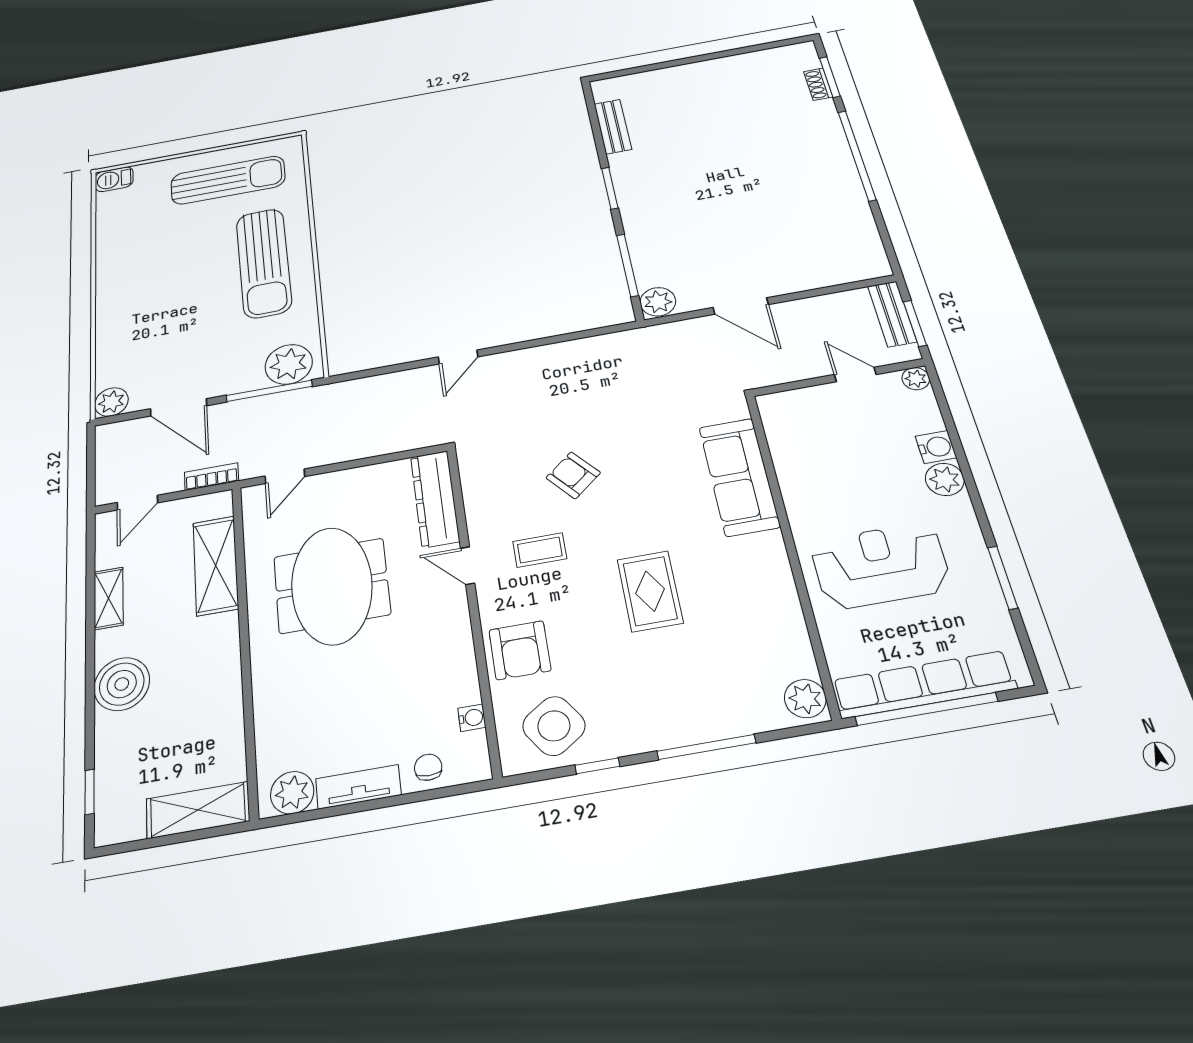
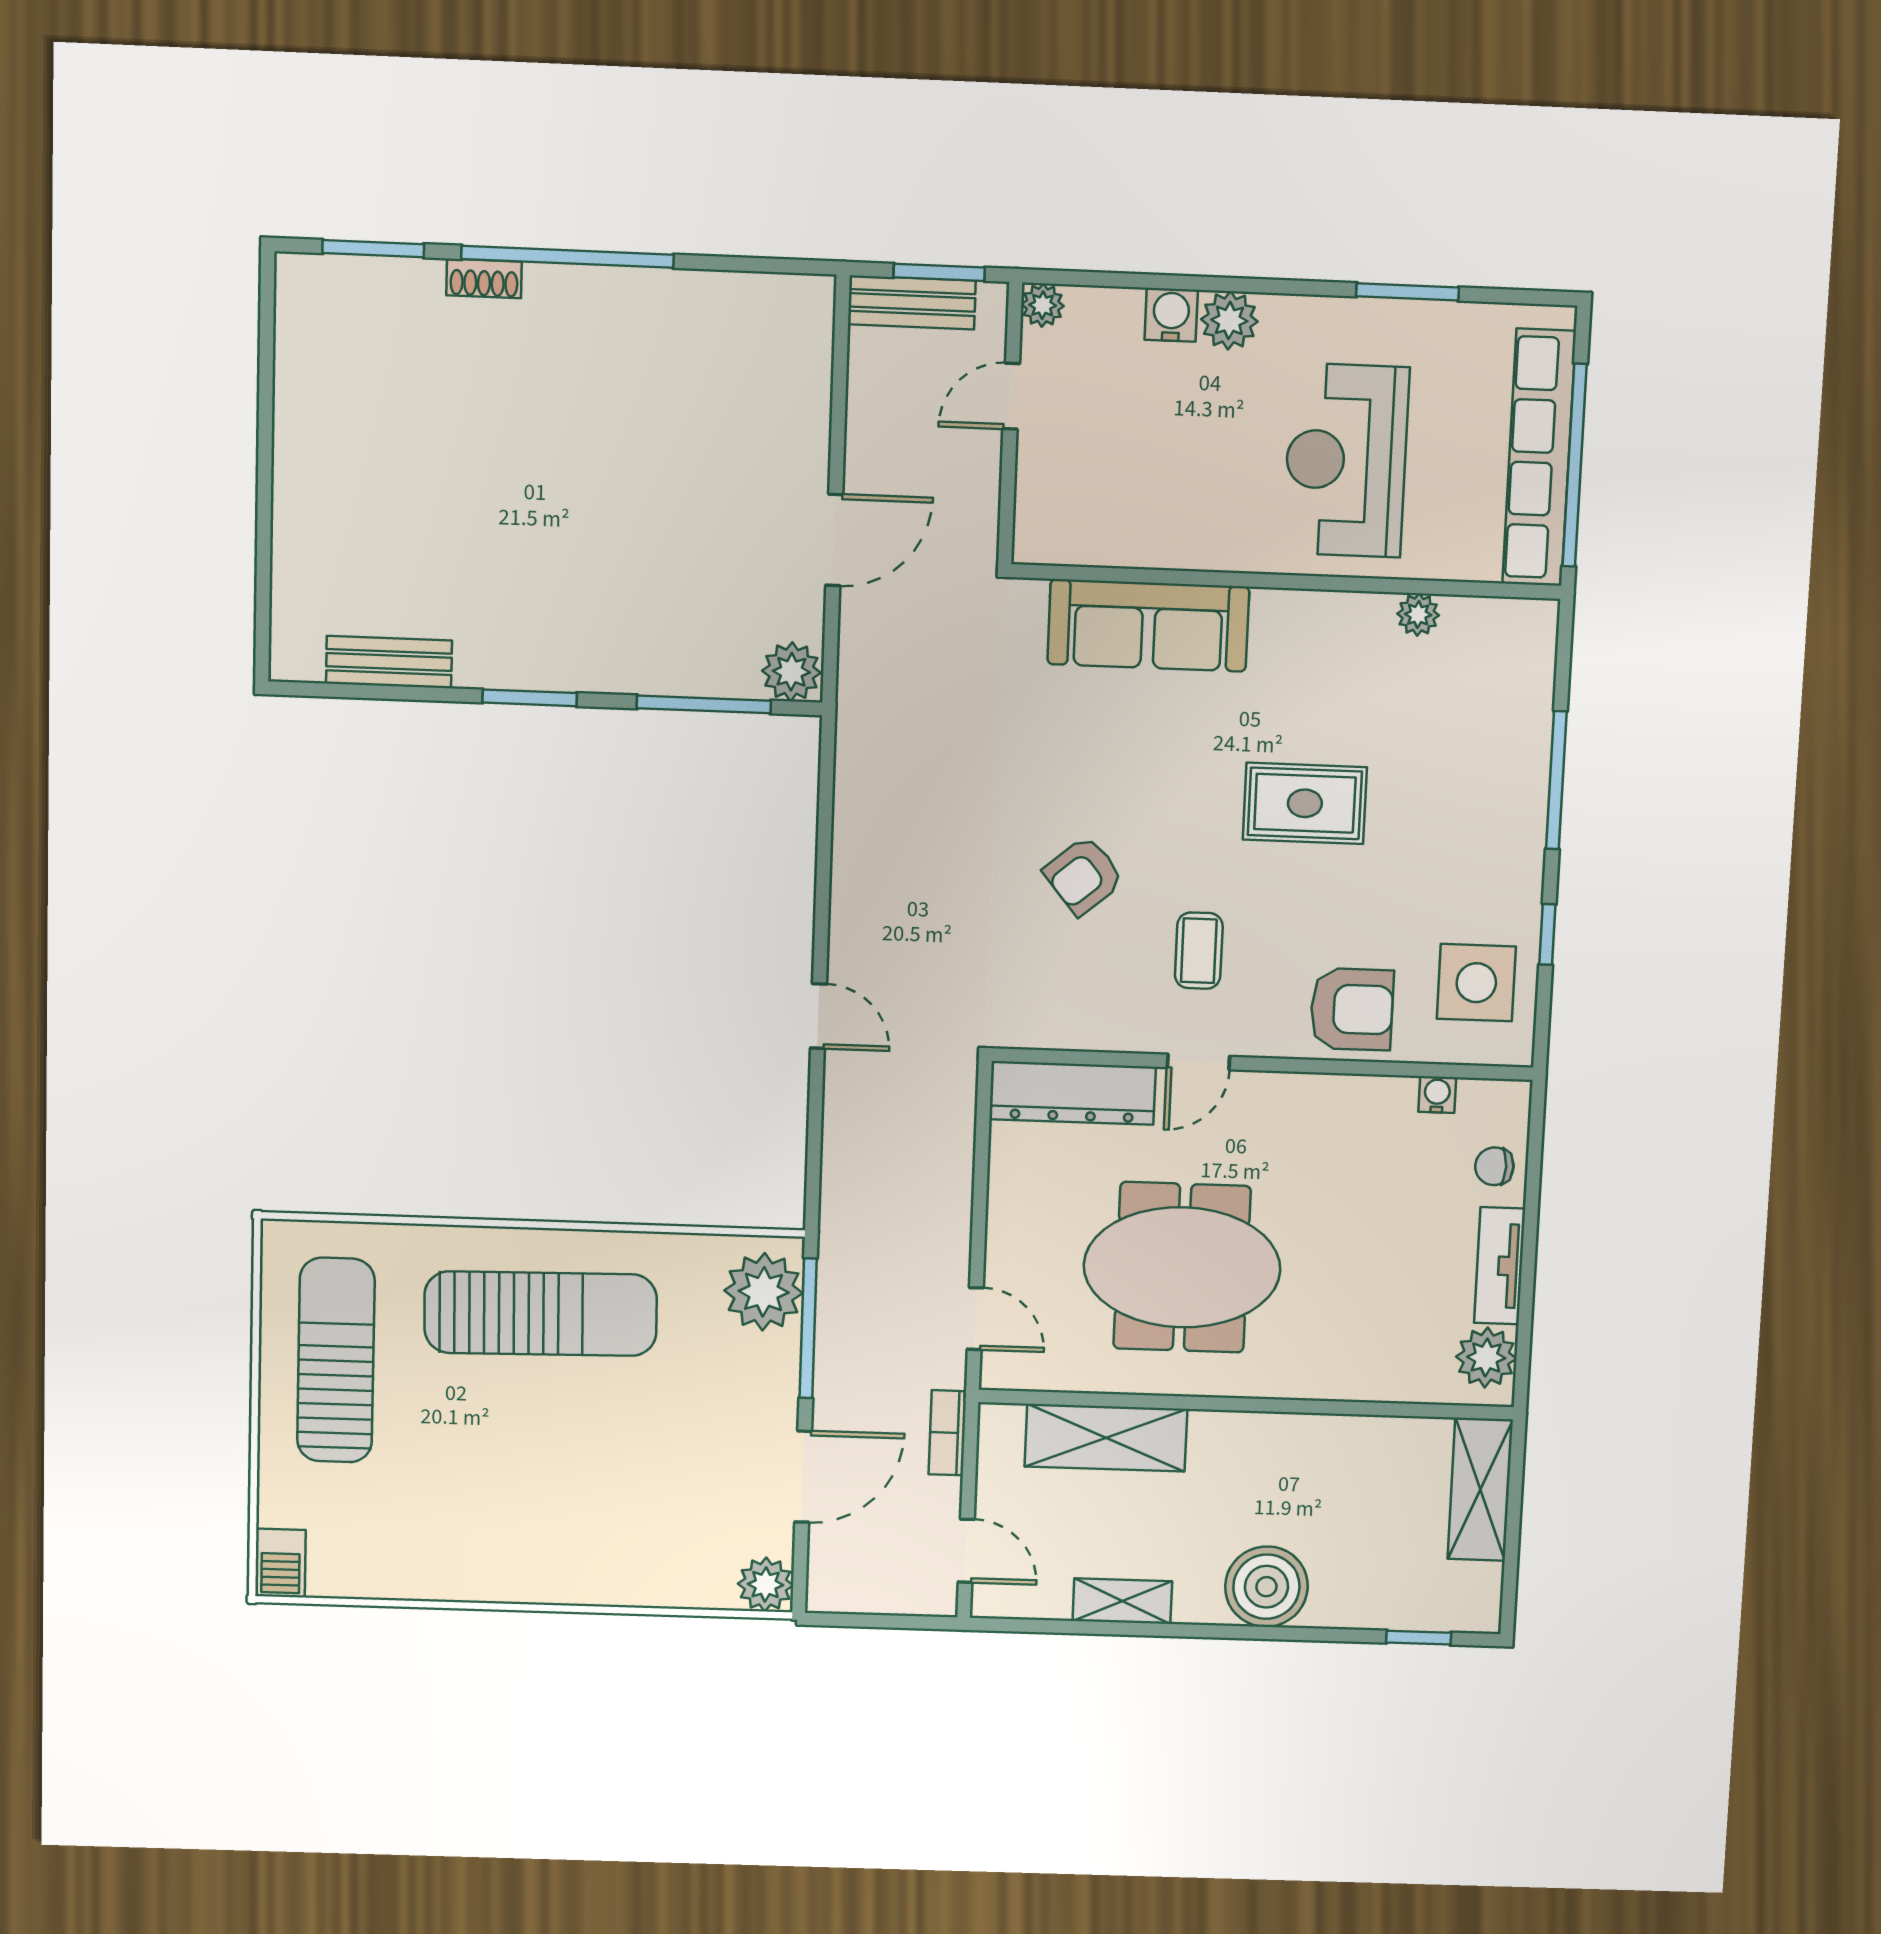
shoe rack: (818, 84) -> (484, 278), moved
plant: (805, 699) -> (1418, 615), moved, width x0.73, depth x0.73
side table: (554, 726) -> (1476, 983), turned 34

